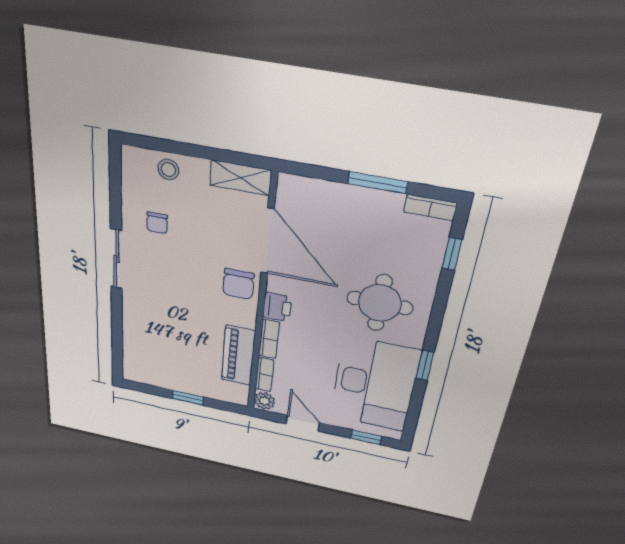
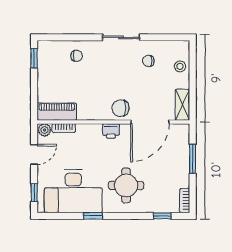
window: (378, 183) -> (193, 159), moved
chair: (147, 331) -> (77, 56), added
bookcase: (269, 339) -> (89, 129), removed
piano: (238, 356) -> (57, 112), moved
window: (188, 398) -> (34, 58), moved

